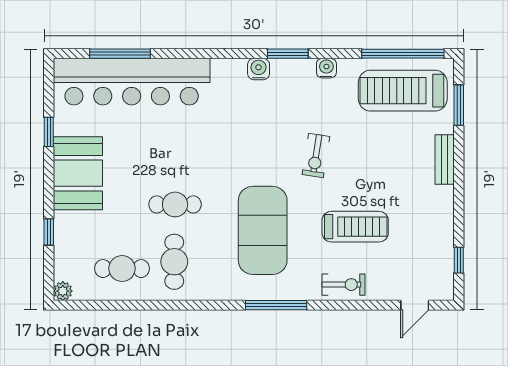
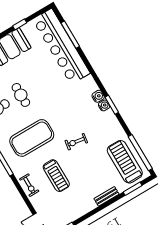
water cooler: (326, 68) -> (104, 105), moved

